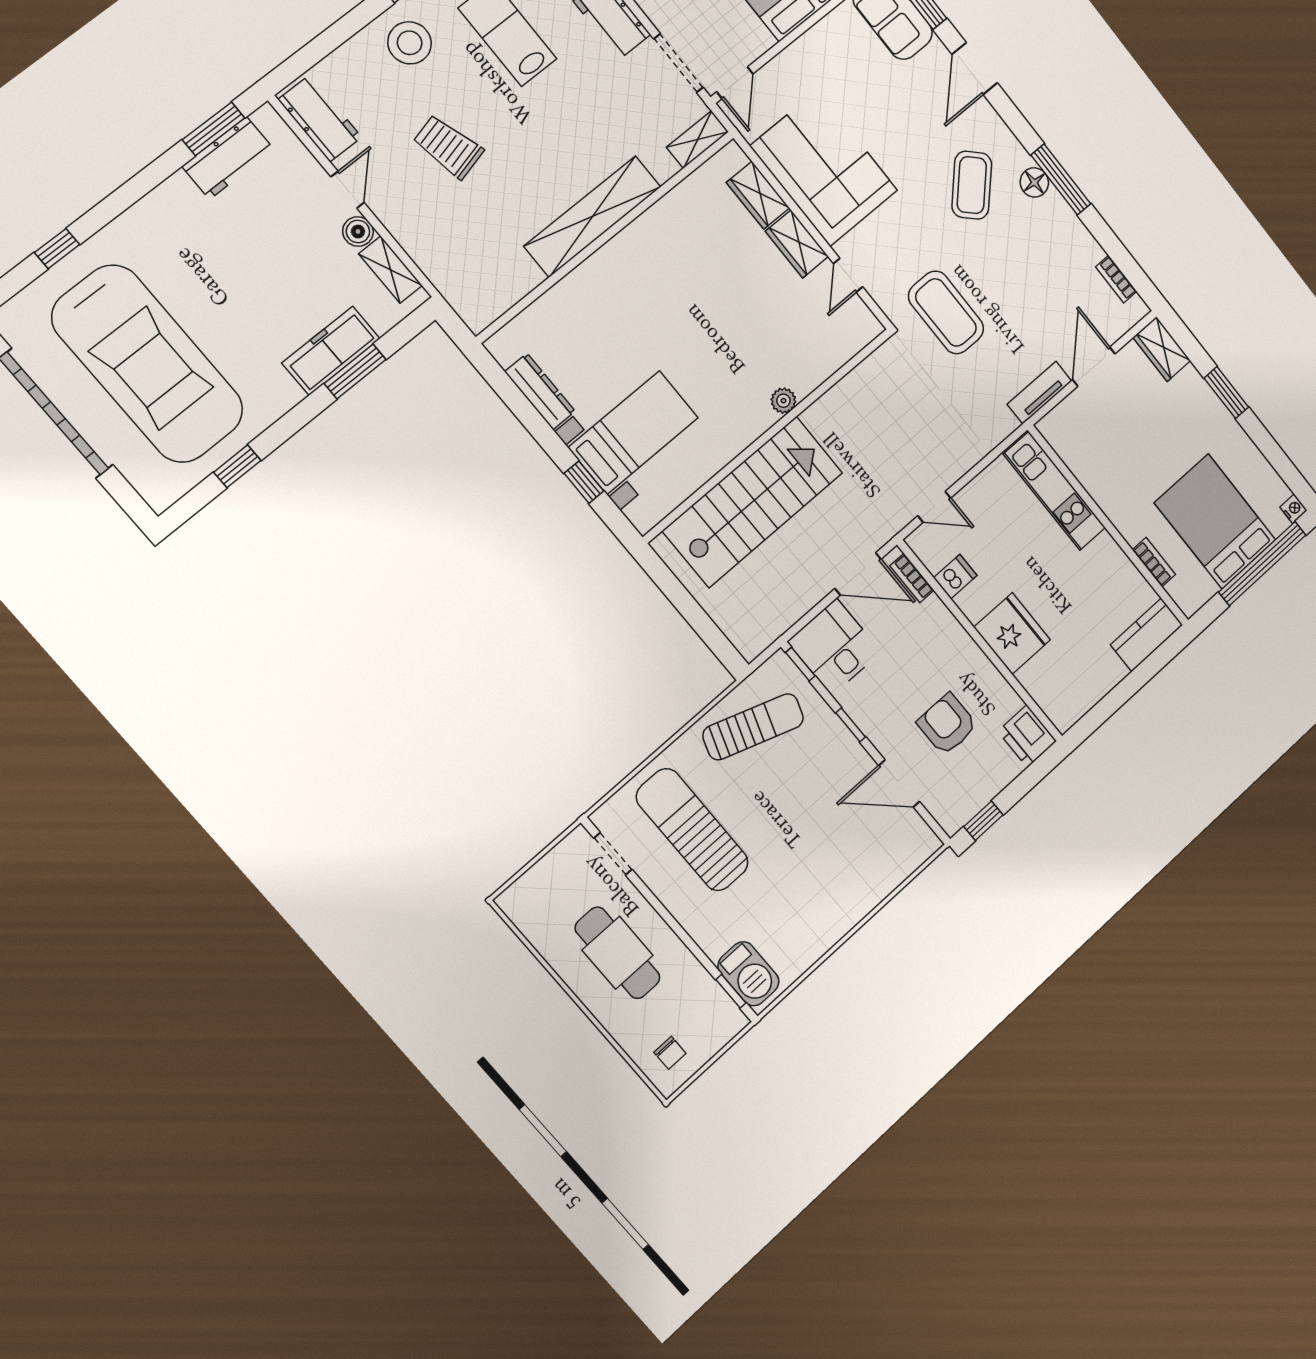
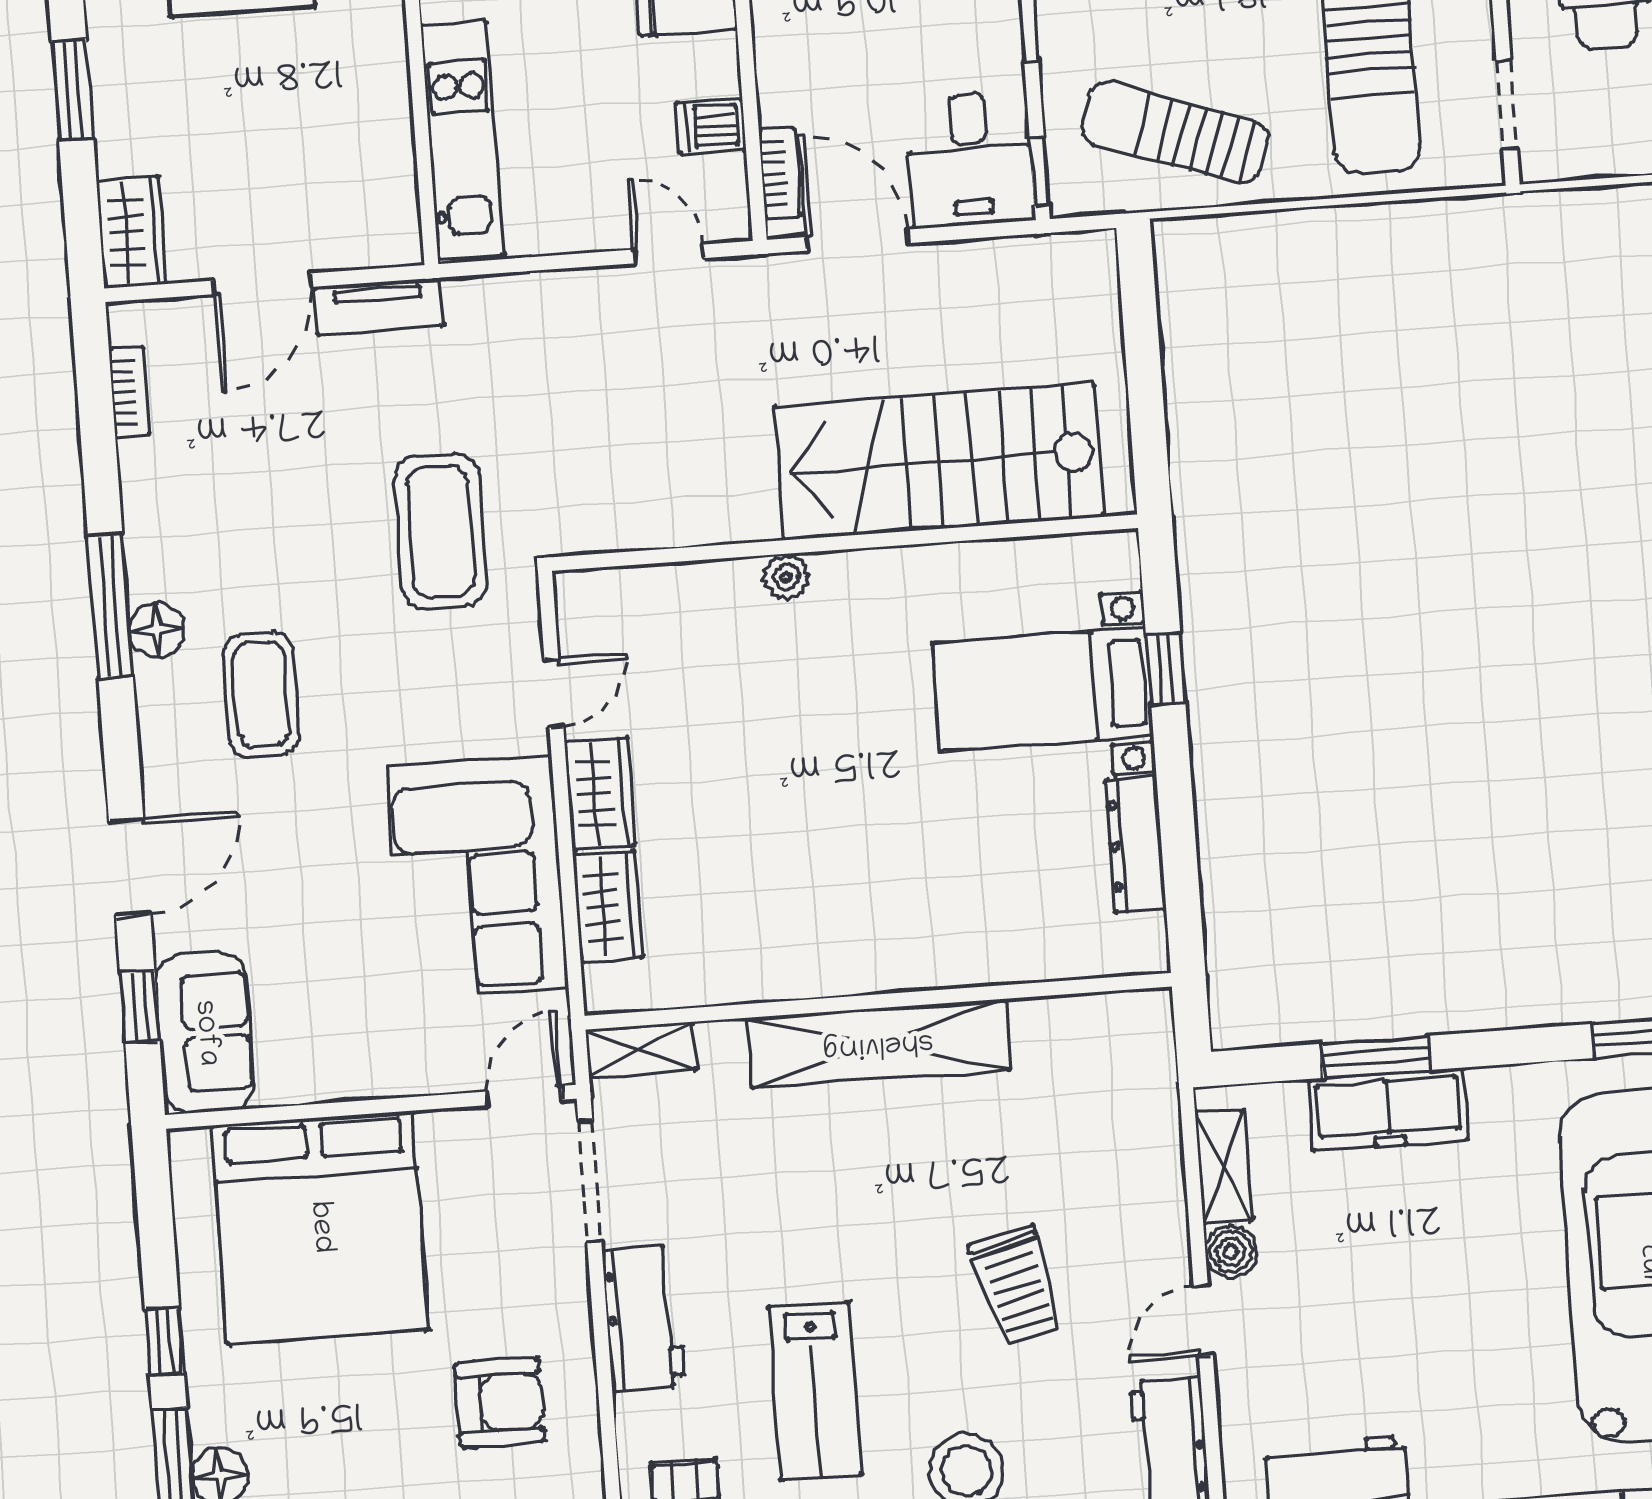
coffee table: (972, 185) -> (261, 695), turned -44

